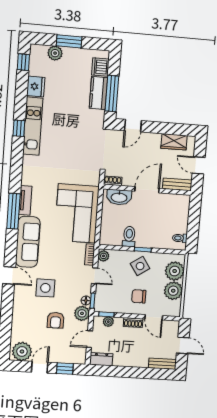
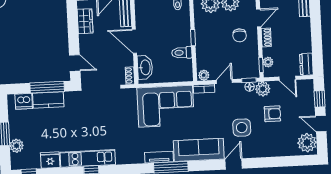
side table: (140, 266) -> (210, 38), removed

